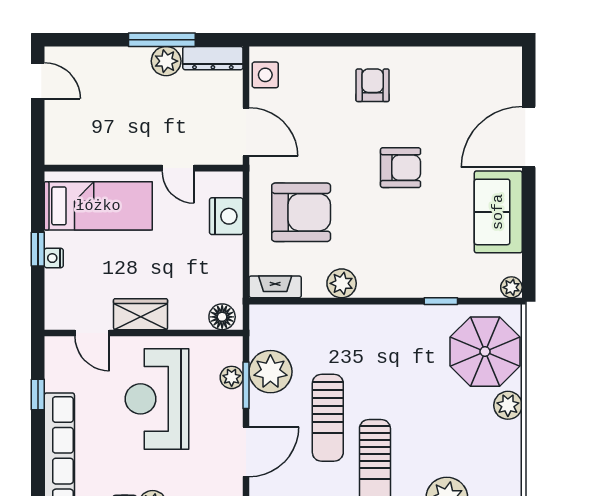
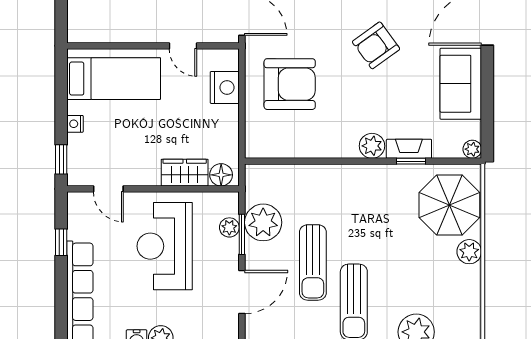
armchair: (401, 168) -> (376, 45), turned 144
window: (38, 249) -> (61, 159), moved
plant: (342, 283) -> (372, 146), moved
fireplace: (275, 287) -> (409, 149), moved
wardrobe: (141, 314) -> (185, 173), moved

